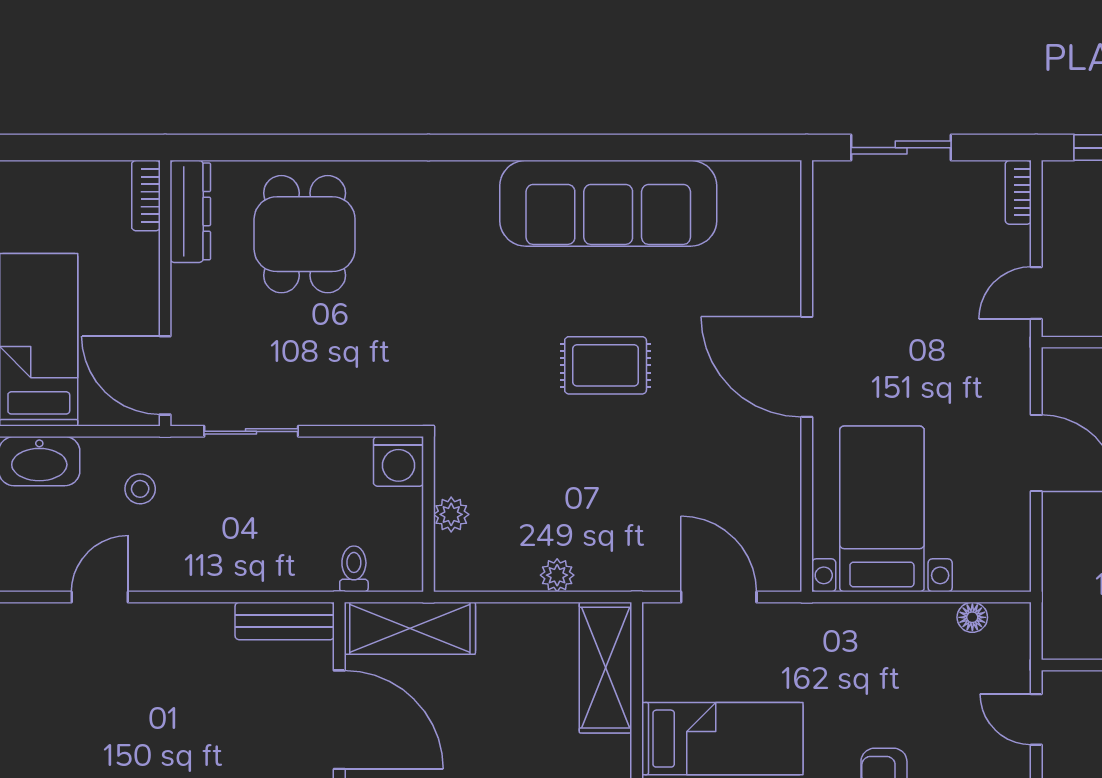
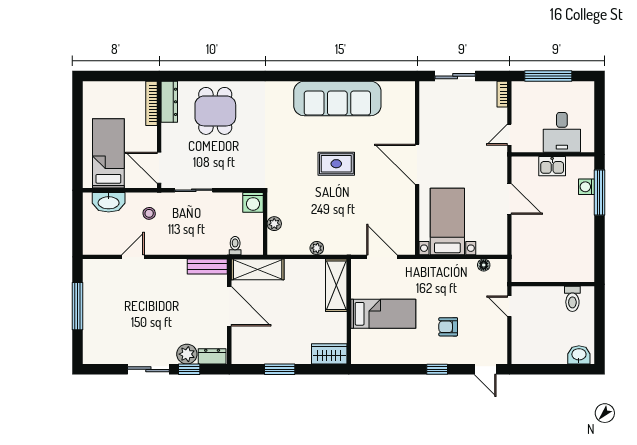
bookcase: (146, 196) -> (151, 103), width x1.56

